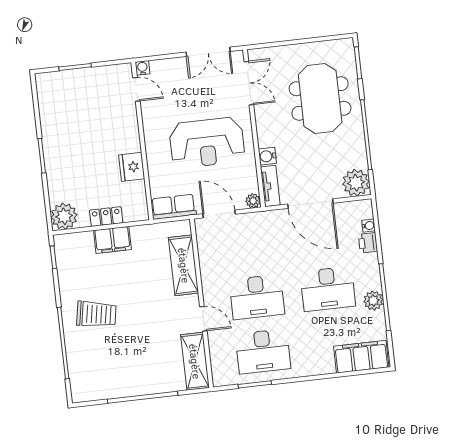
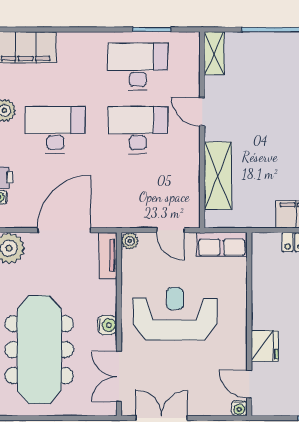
meeting table: (320, 98) -> (39, 350), width x1.36
water cooler: (267, 156) -> (107, 325), moved
fridge: (132, 167) -> (265, 346), moved
door: (310, 204) -> (64, 230), hinge flipped
door: (219, 214) -> (170, 230), width x0.73
shelving: (195, 361) -> (214, 53), width x0.67, depth x0.75

